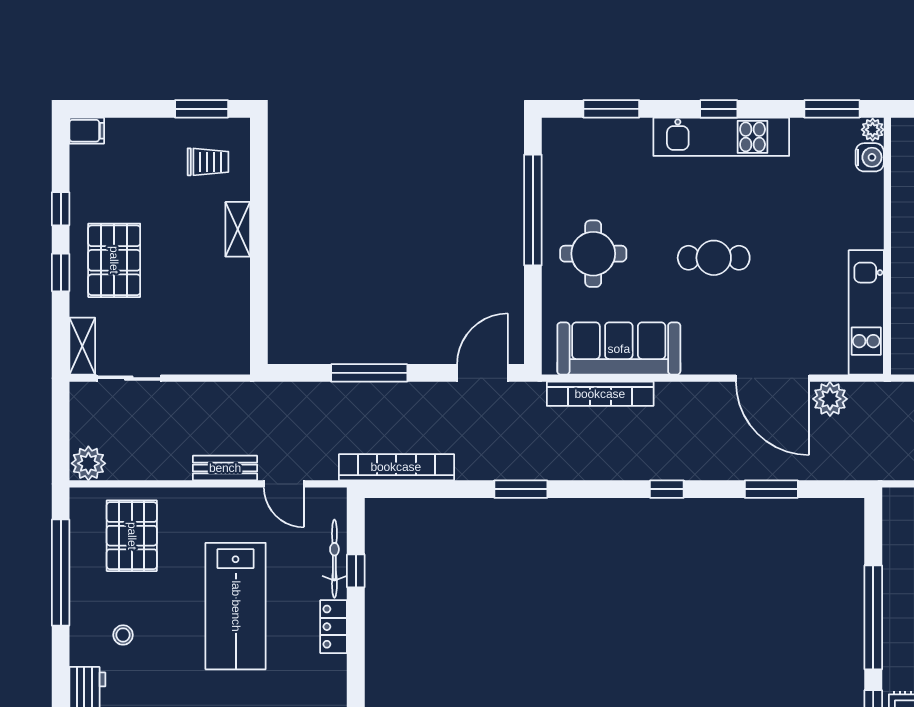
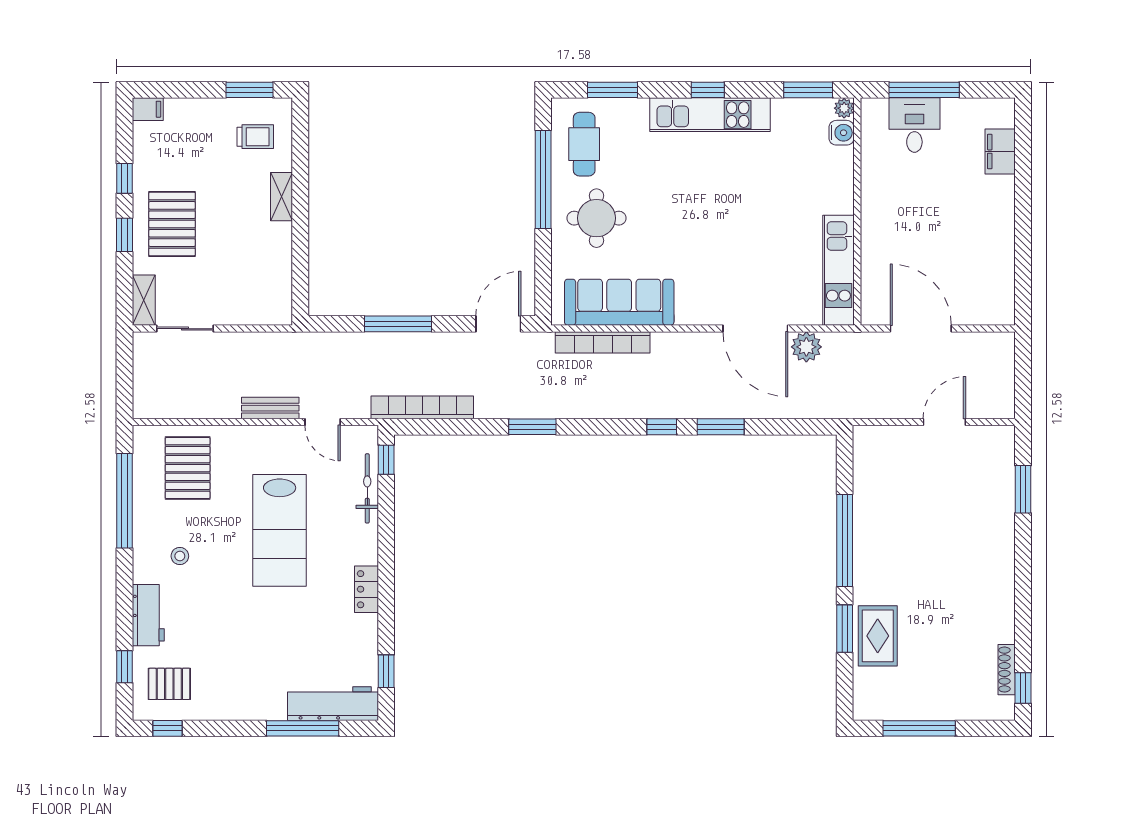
cafe table: (714, 258) -> (584, 144), moved, turned 90
plant: (88, 463) -> (149, 404), removed
window: (771, 489) -> (721, 427), moved
window: (356, 571) -> (386, 460), moved
locker: (334, 627) -> (366, 589), moved

